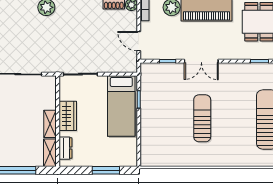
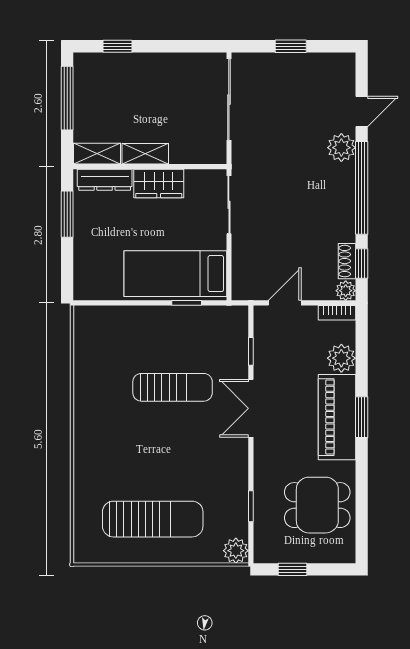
sun lounger: (202, 118) -> (173, 387), moved
dresser: (65, 148) -> (105, 180), width x1.44
window: (106, 170) -> (67, 214), moved

